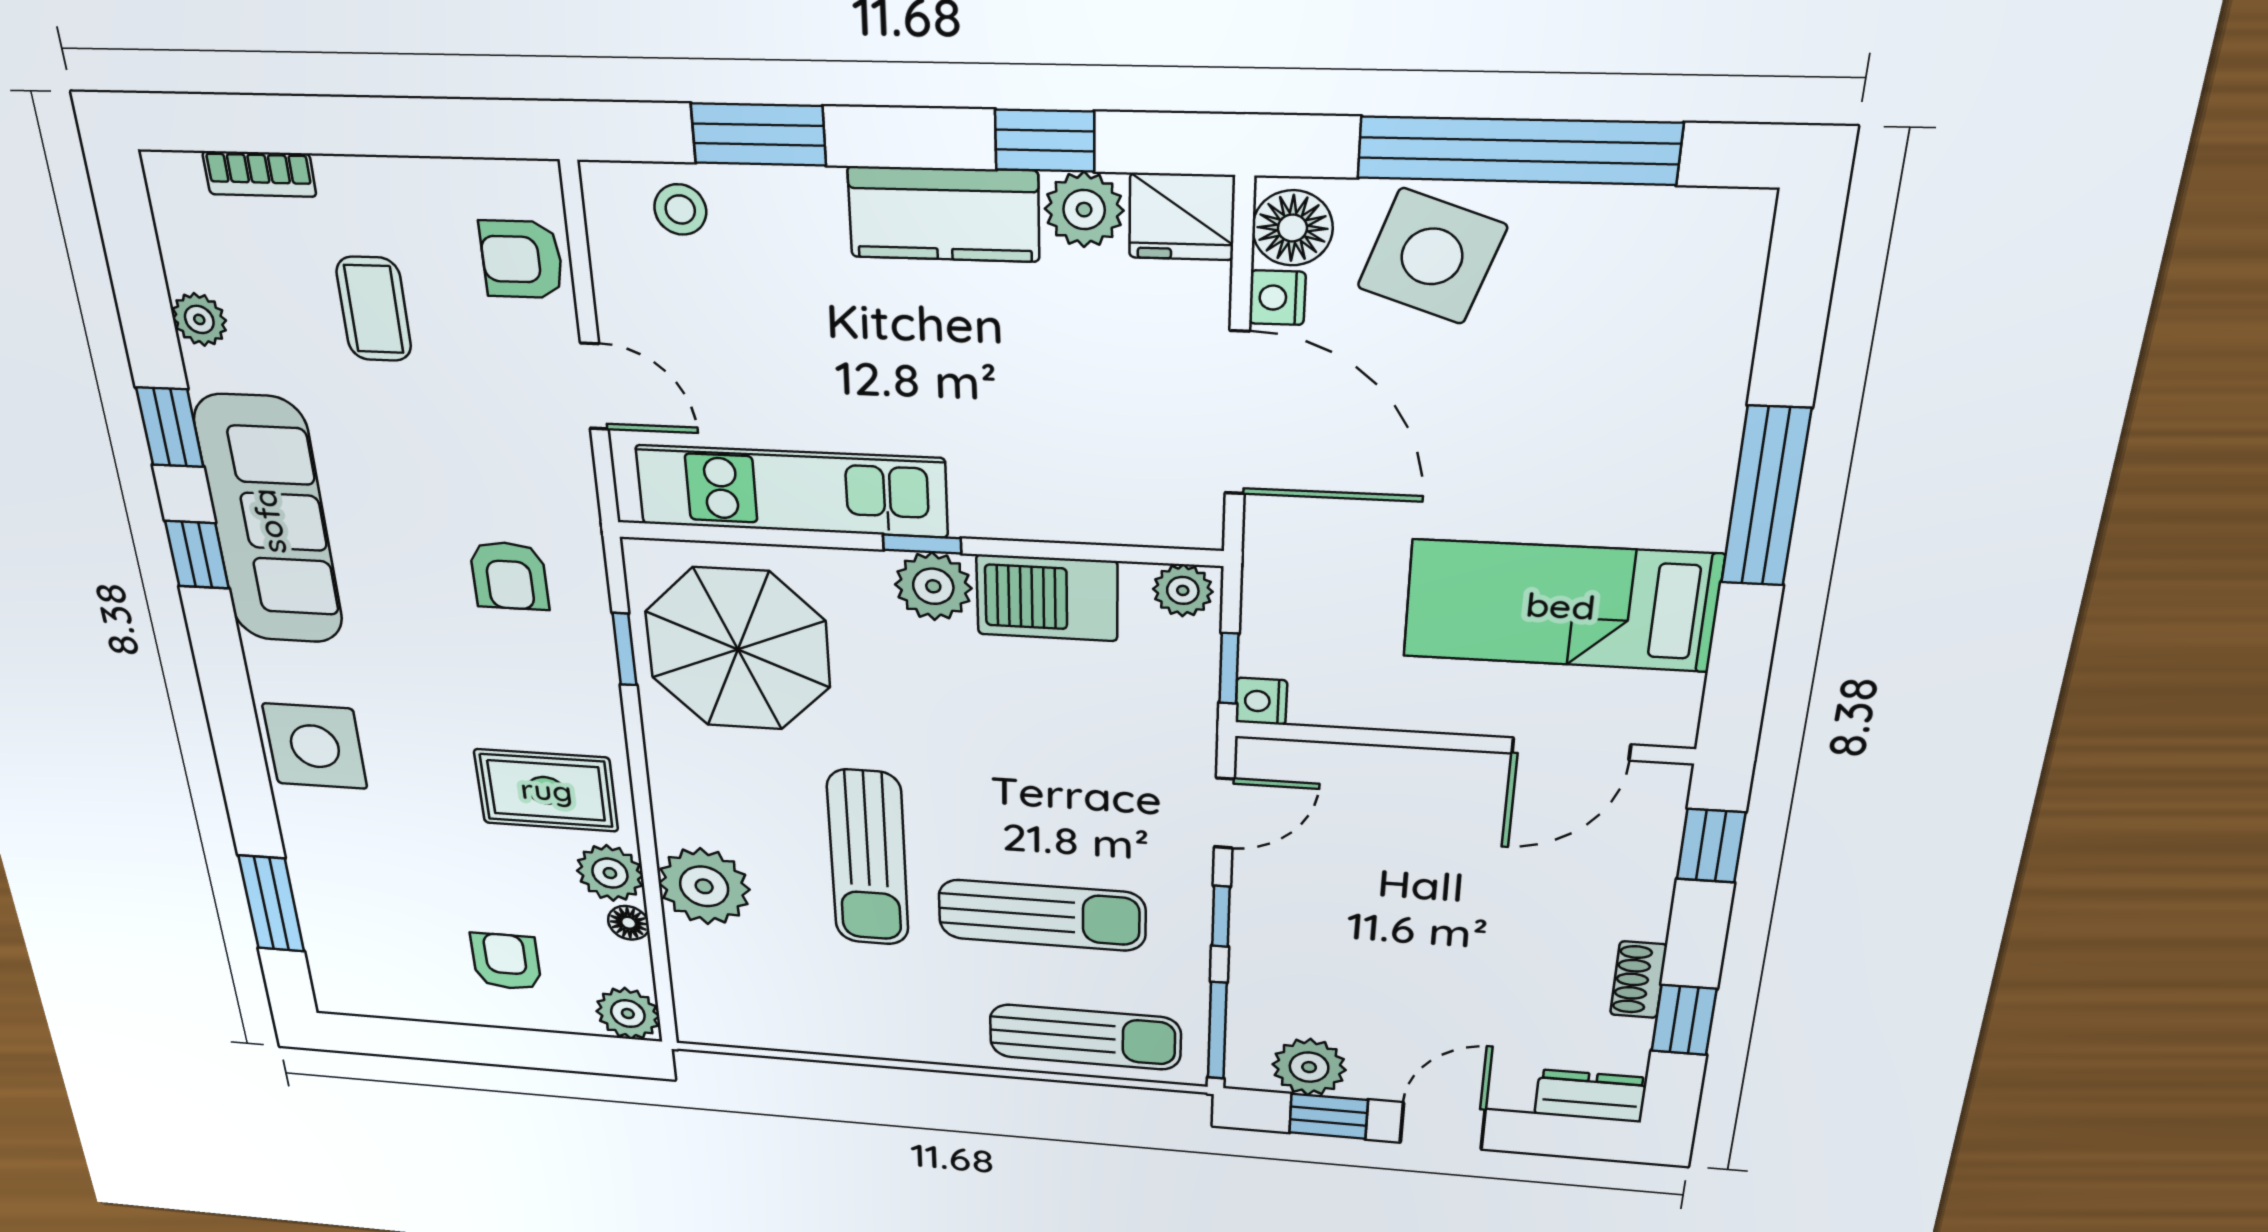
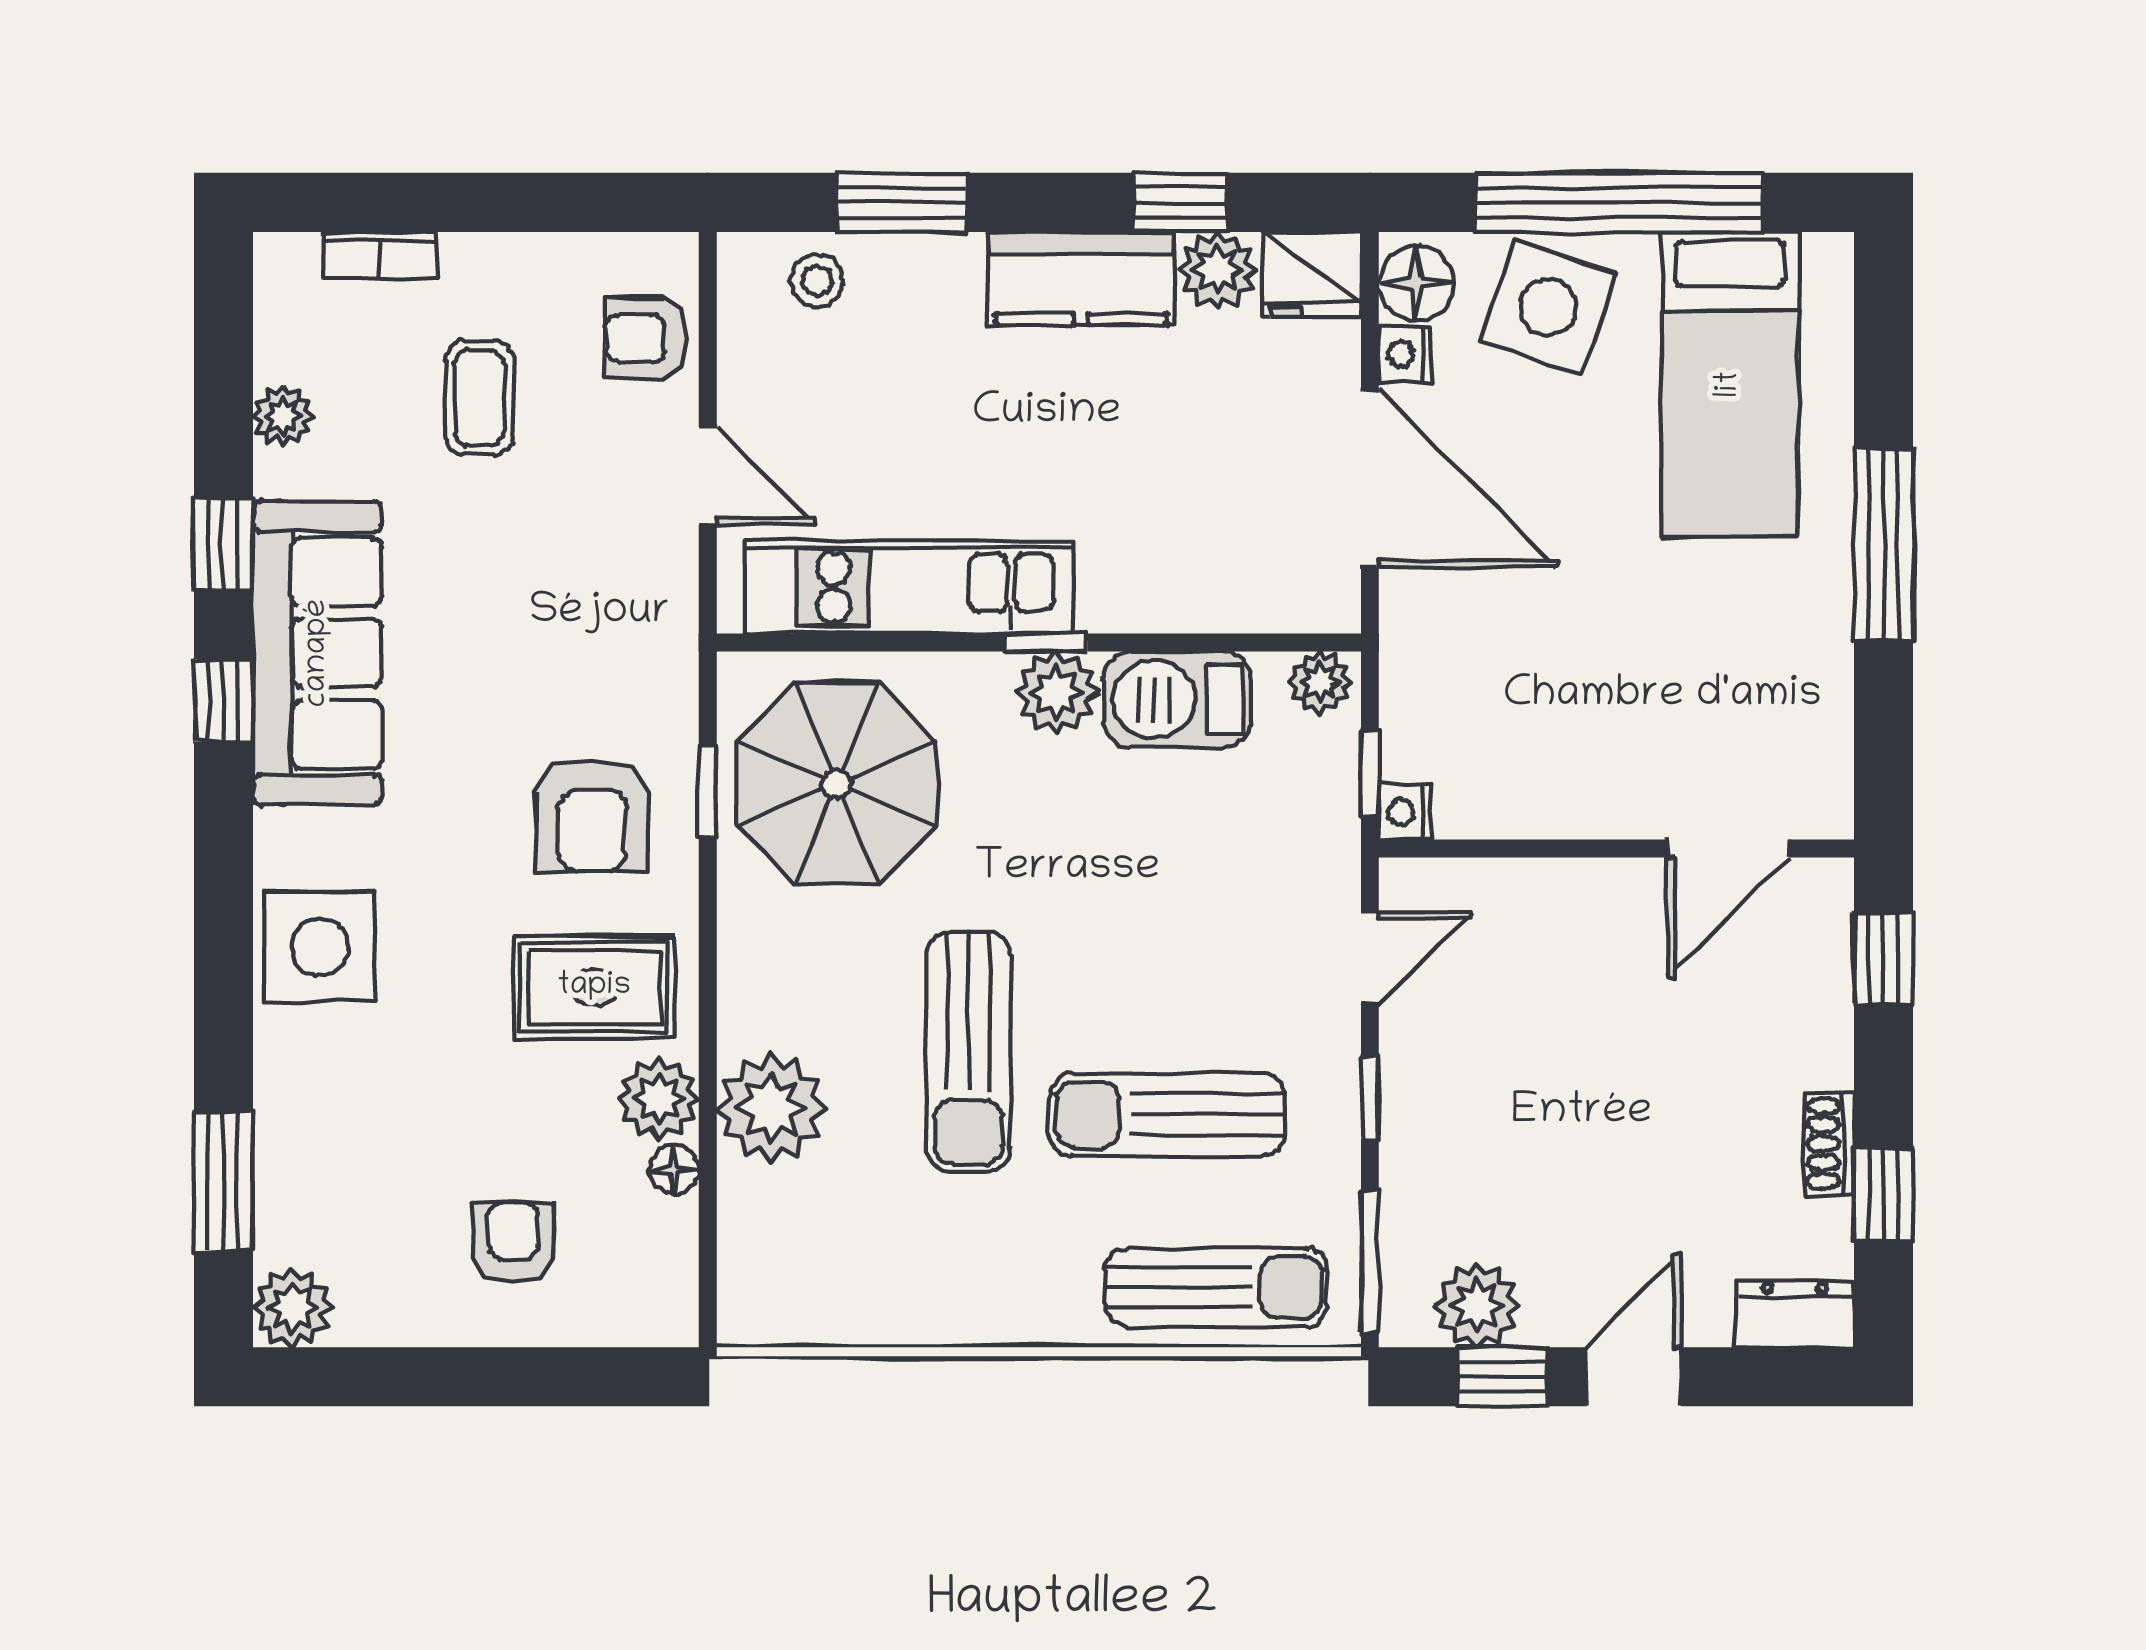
armchair: (509, 576) -> (592, 815), moved, width x1.38, depth x1.38
bed: (1561, 606) -> (1730, 384), moved, turned -90
sun lounger: (1042, 915) -> (1167, 1115), turned 180
plant: (628, 1014) -> (293, 1308), moved

